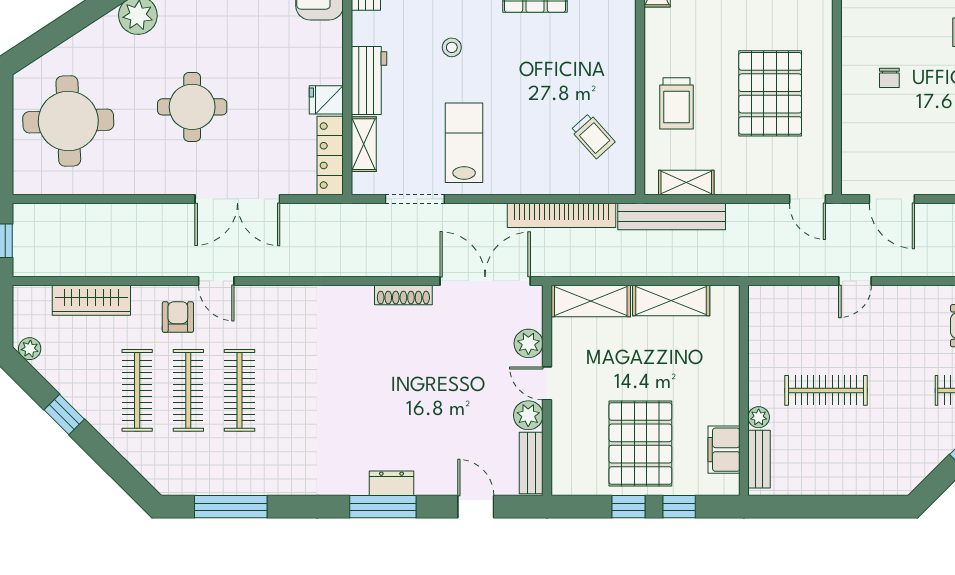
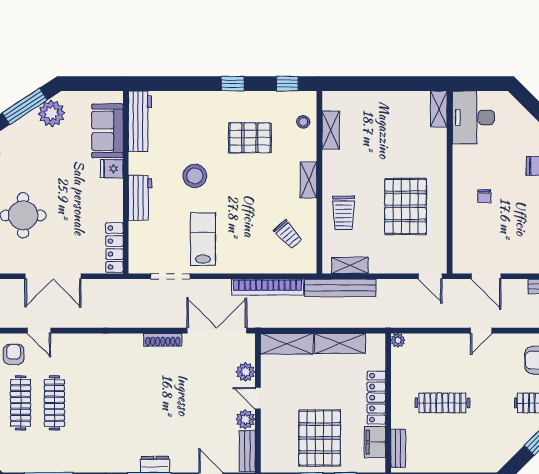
stool: (452, 47) -> (195, 176), width x1.89, depth x1.89
fridge: (326, 100) -> (112, 169), moved
shelving: (364, 144) -> (308, 180), moved
door: (855, 281) -> (481, 331), moved
locker: (726, 382) -> (376, 398), added
plant: (759, 417) -> (398, 340), moved

